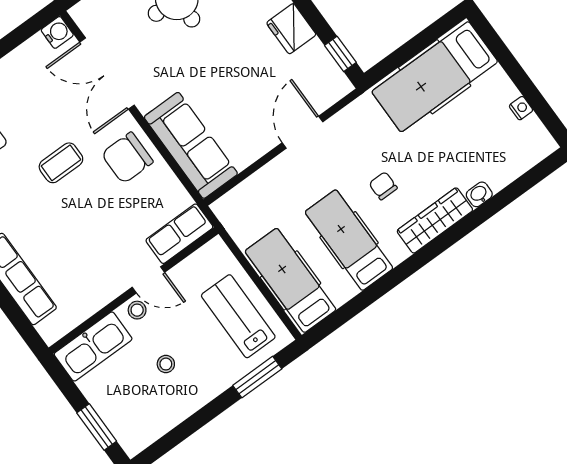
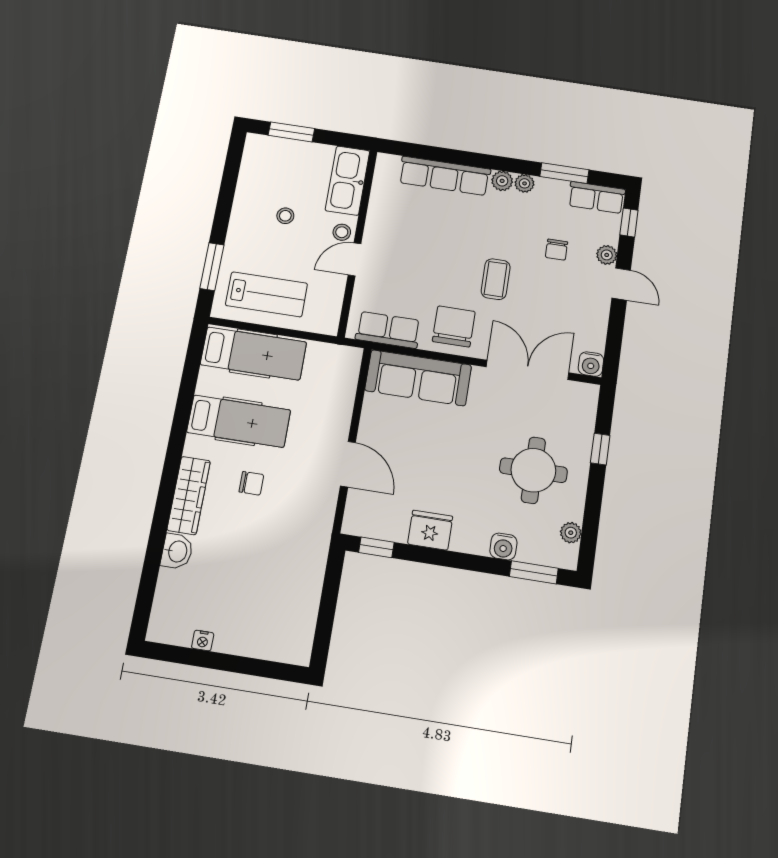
hospital bed: (435, 77) -> (290, 600), removed
washbasin: (479, 194) -> (177, 551), width x1.38, depth x1.45
row of seats: (179, 234) -> (388, 330), moved, turned -90

